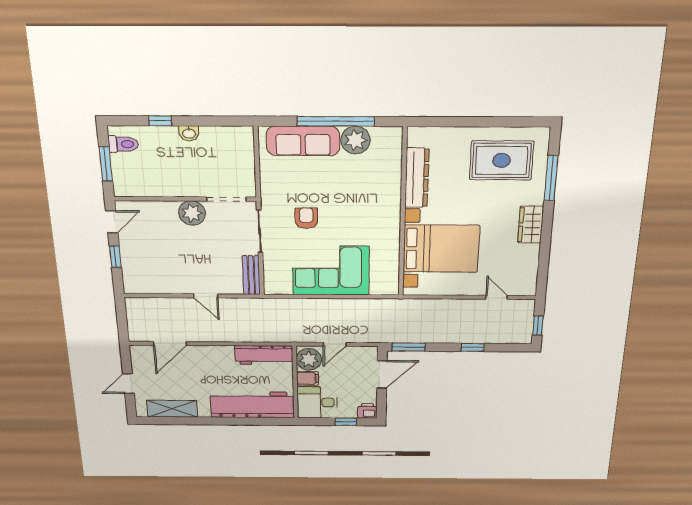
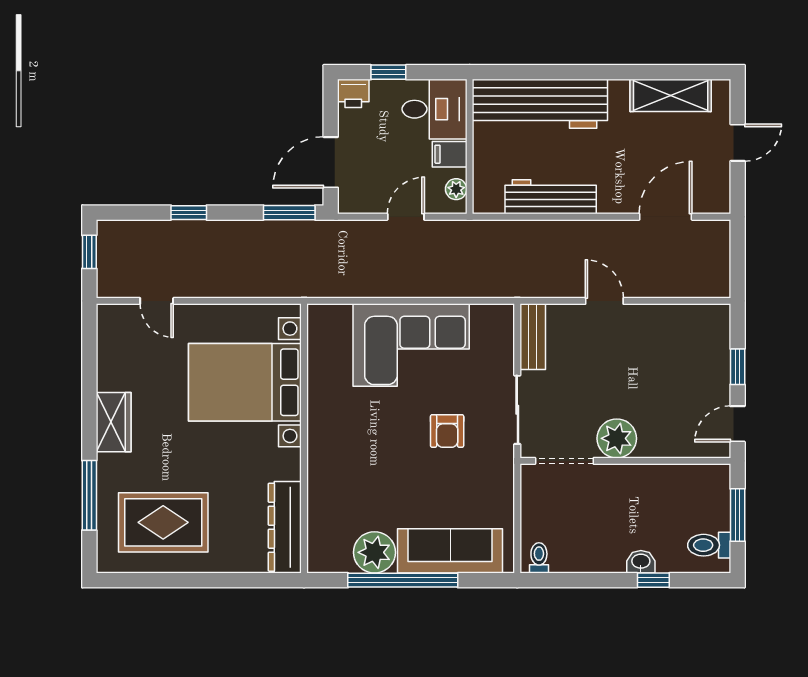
washbasin: (189, 133) -> (641, 562), moved
toilet: (241, 136) -> (539, 558), added
dresser: (417, 178) -> (285, 527), moved
workbench: (264, 355) -> (551, 197), moved
plant: (309, 359) -> (456, 189), width x0.53, depth x0.53

